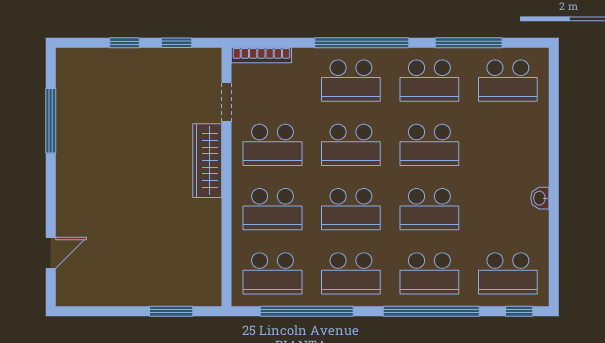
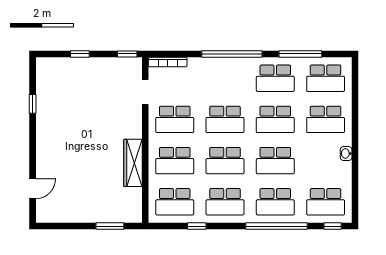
window: (176, 43) -> (127, 54), moved
school desk: (351, 81) -> (326, 119), moved
window: (51, 121) -> (33, 104), width x0.46
wardrobe: (207, 161) -> (133, 163), moved
window: (307, 311) -> (197, 226), width x0.32

